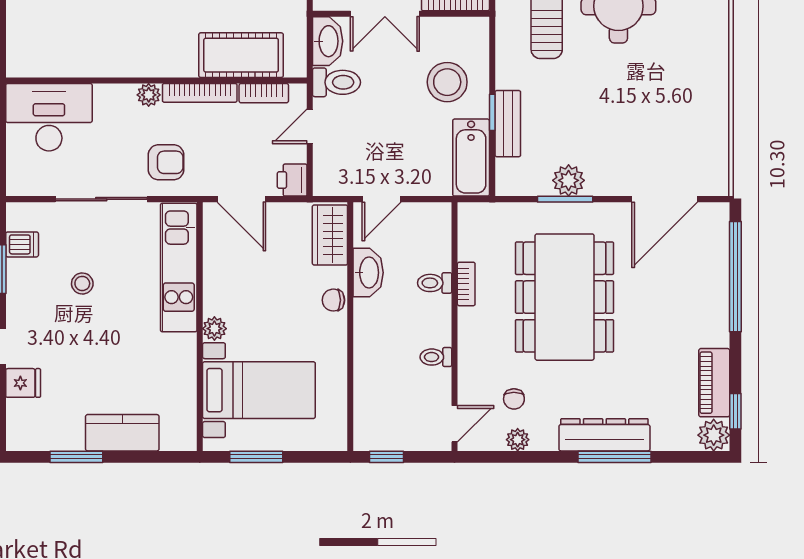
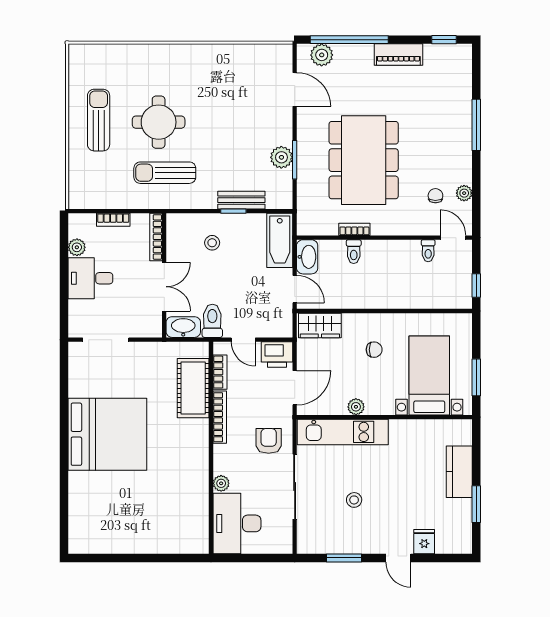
stool: (447, 82) -> (212, 243), width x0.53, depth x0.53
plant: (149, 95) -> (221, 483), moved
bathtub: (471, 158) -> (280, 240), moved, turned 90
printer: (292, 180) -> (277, 355), width x1.36, depth x1.24
door: (665, 199) -> (295, 90), width x0.73
dishwasher: (22, 244) -> (327, 542), removed
washbasin: (368, 273) -> (307, 257), moved, turned 90
dining table: (565, 297) -> (364, 160), turned 90
chair: (333, 300) -> (374, 350), moved, turned -90
plant: (214, 329) -> (356, 407), moved
toilet: (436, 357) -> (428, 251), moved
piano: (714, 383) -> (398, 55), moved
chair: (514, 399) -> (435, 196), turned -90
dresser: (604, 435) -> (461, 132), removed
plant: (714, 435) -> (322, 55), moved

